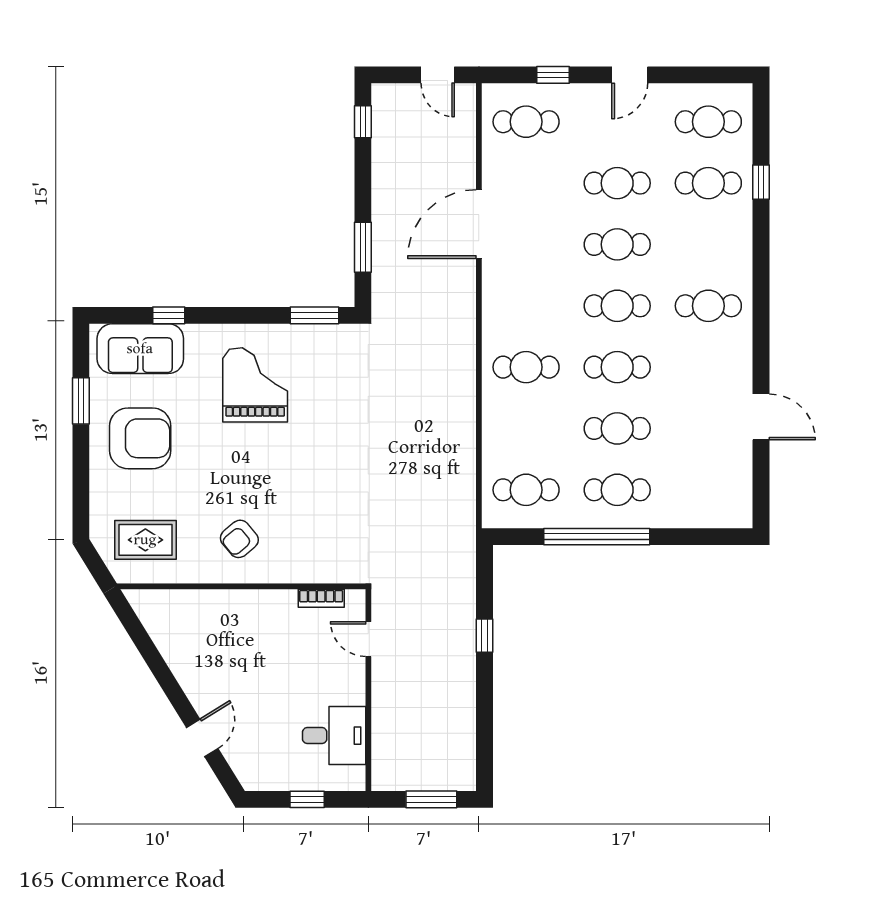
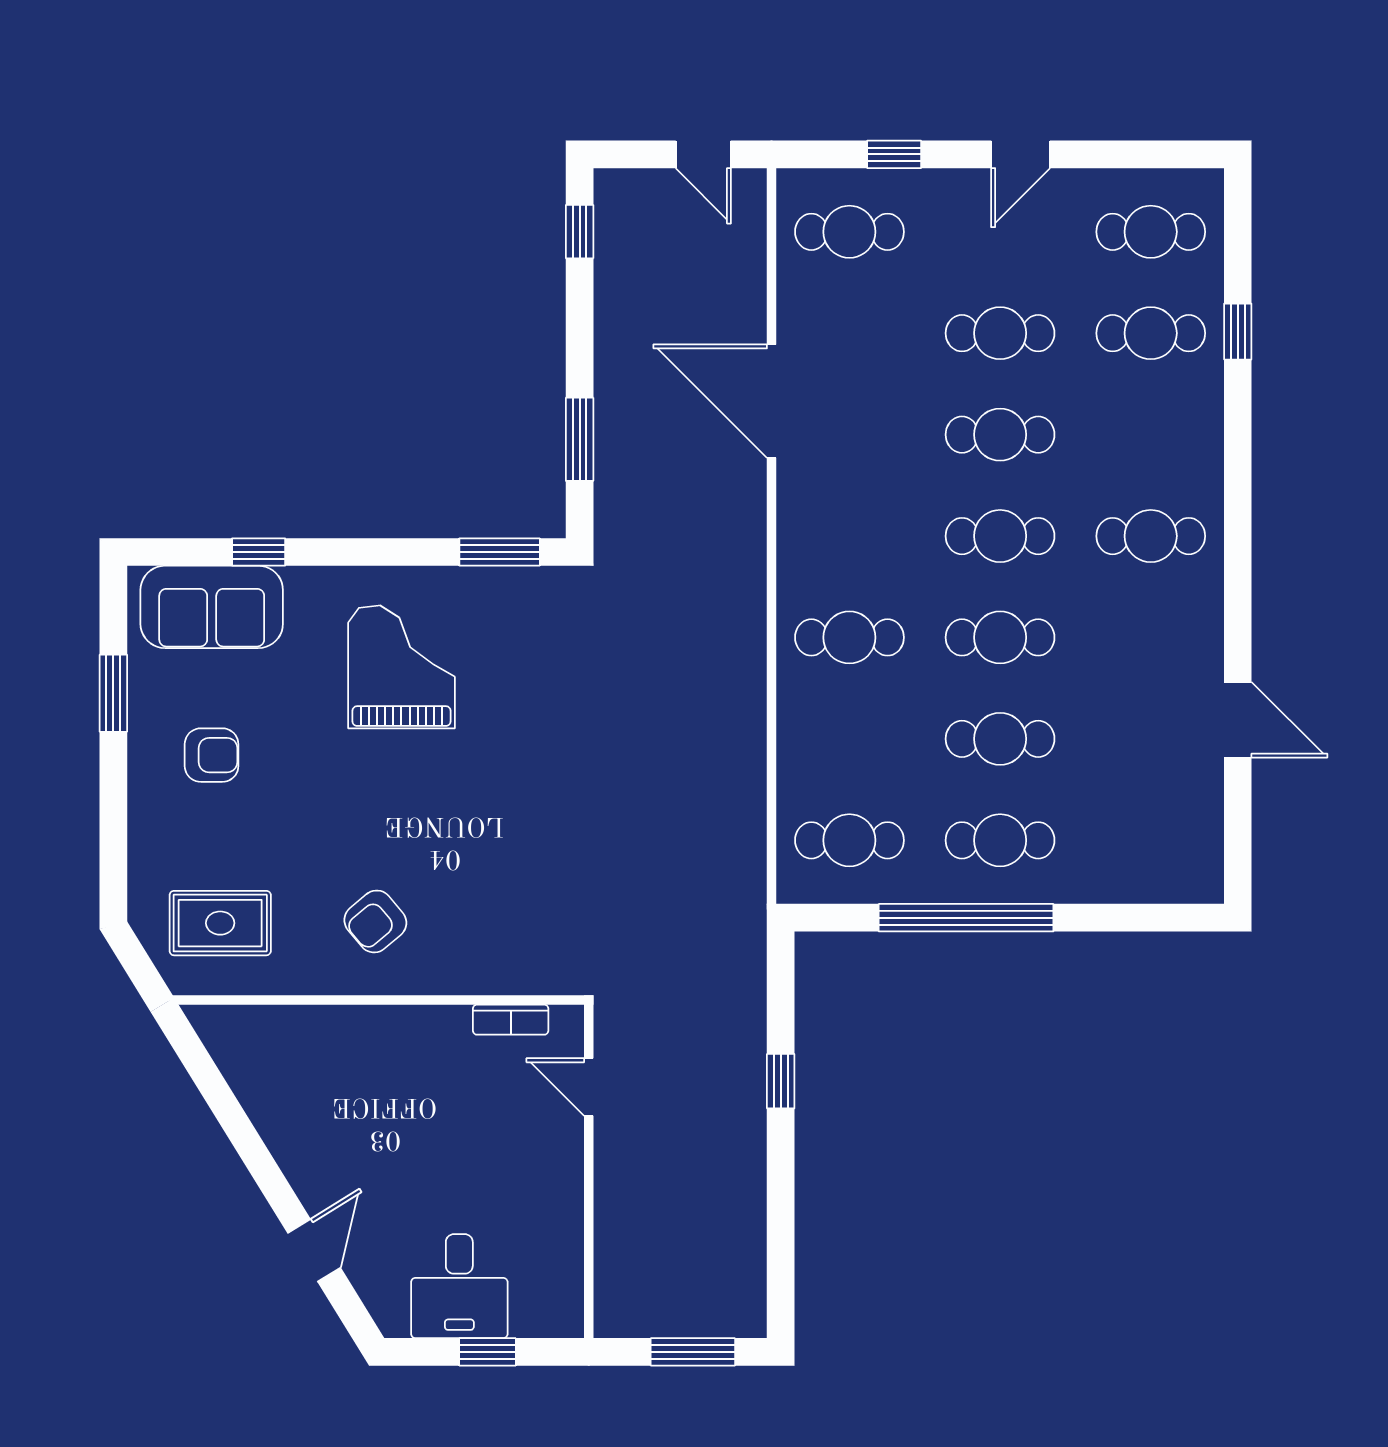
door: (479, 224) -> (772, 401), hinge flipped
armchair: (140, 438) -> (212, 755), width x0.53, depth x0.53
desk: (334, 736) -> (459, 1286), moved, turned 90

